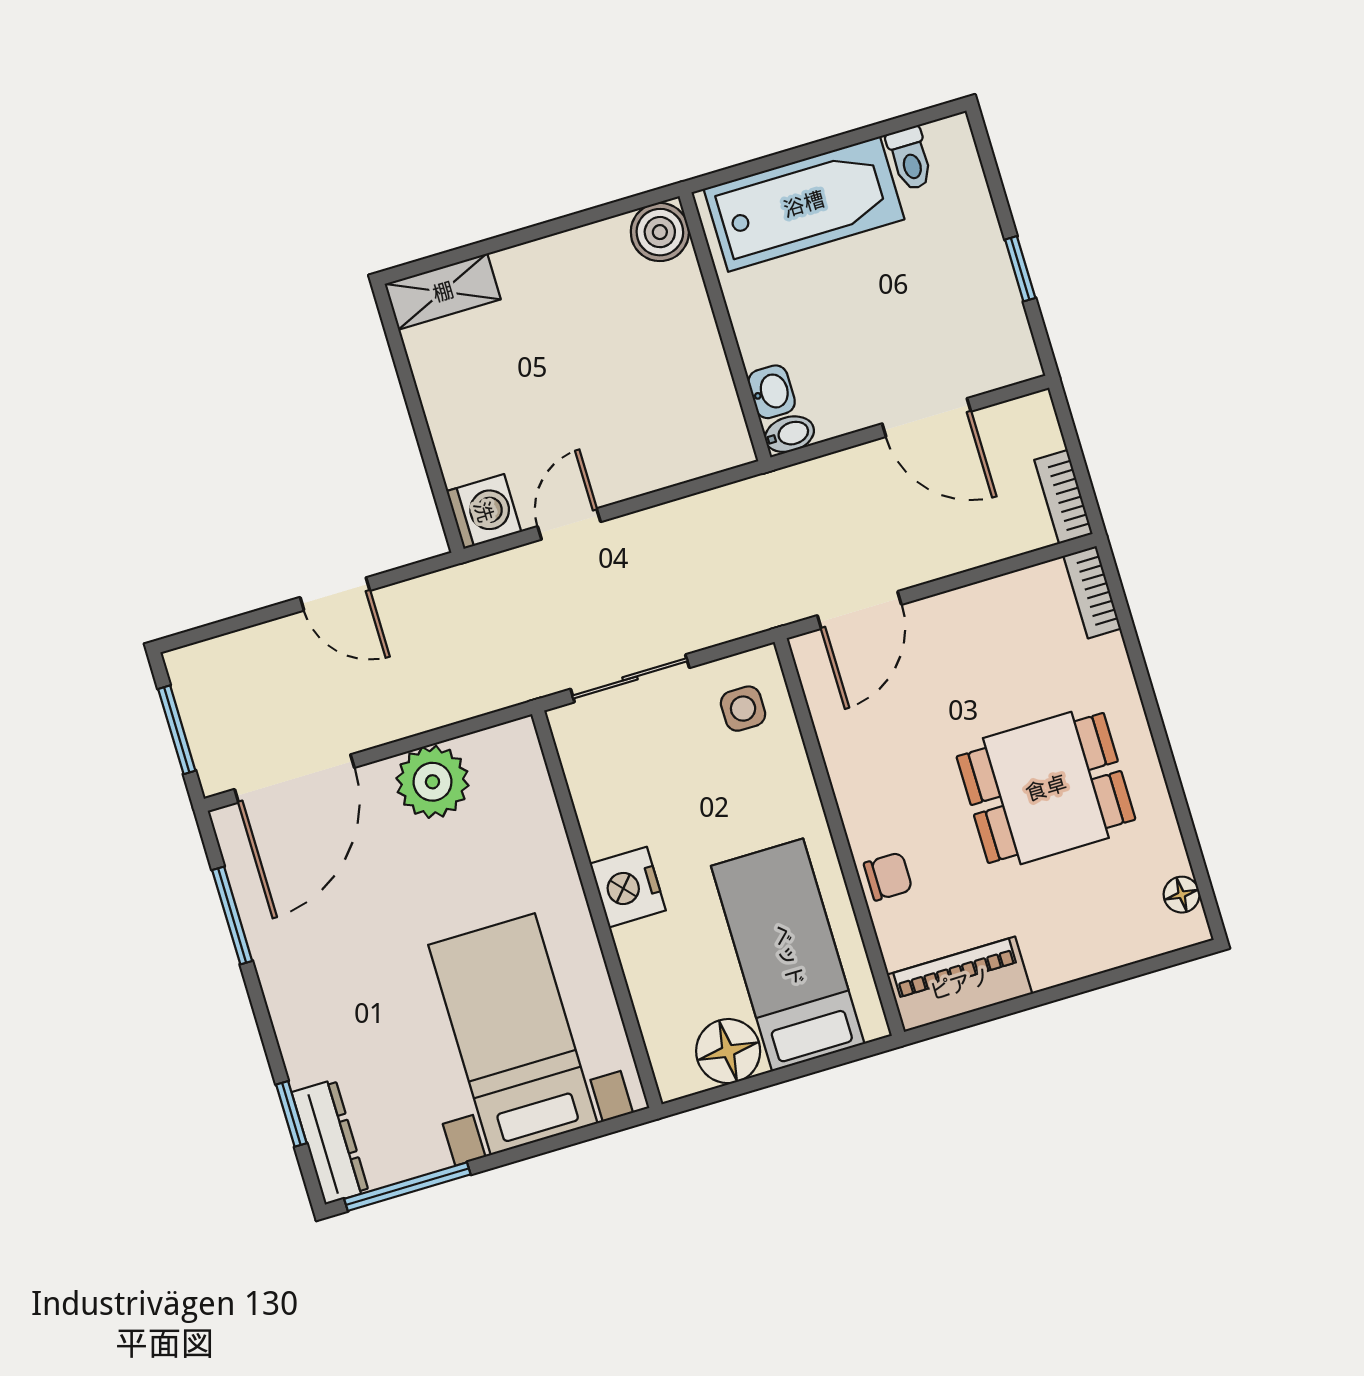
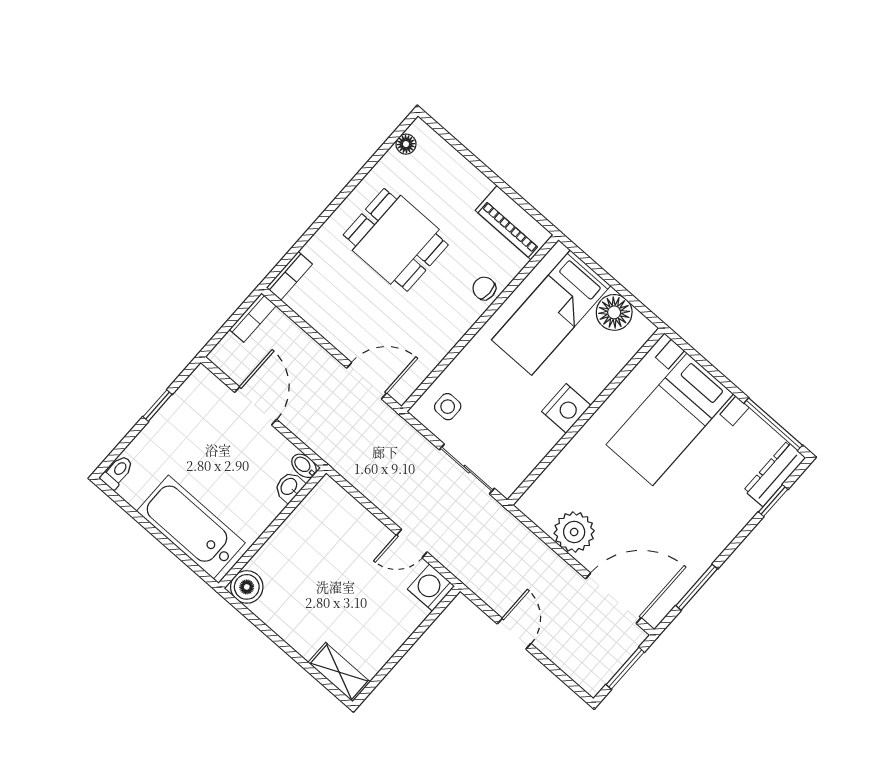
toilet: (910, 158) -> (117, 472), moved

